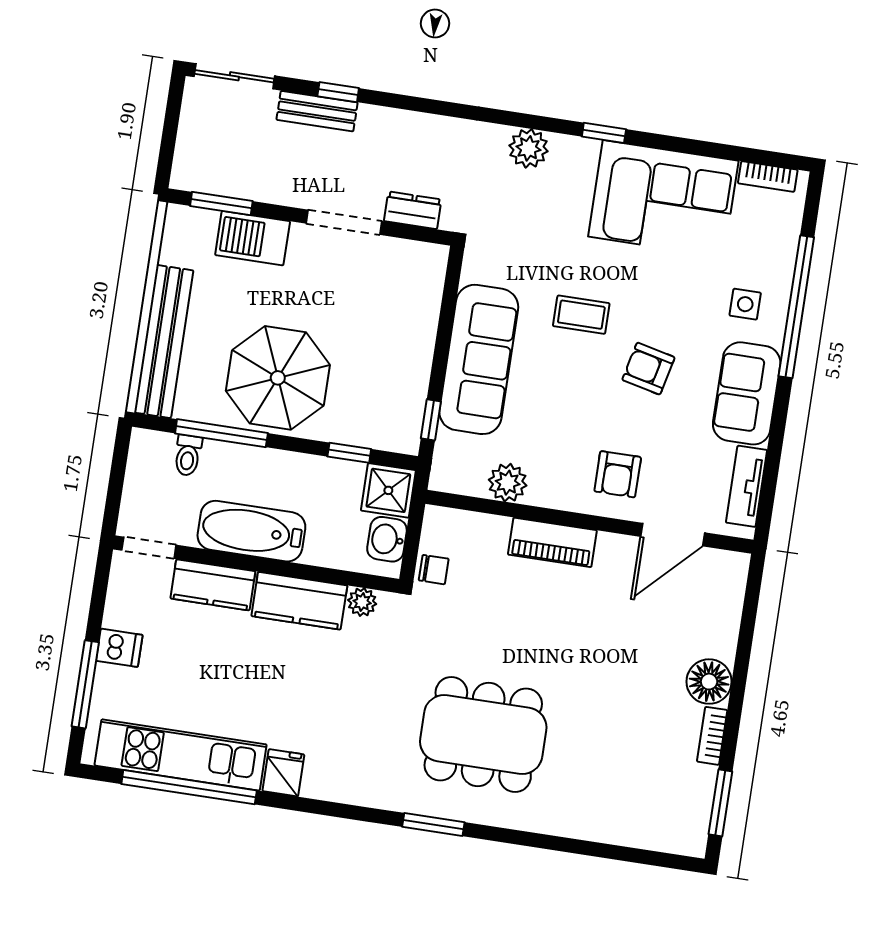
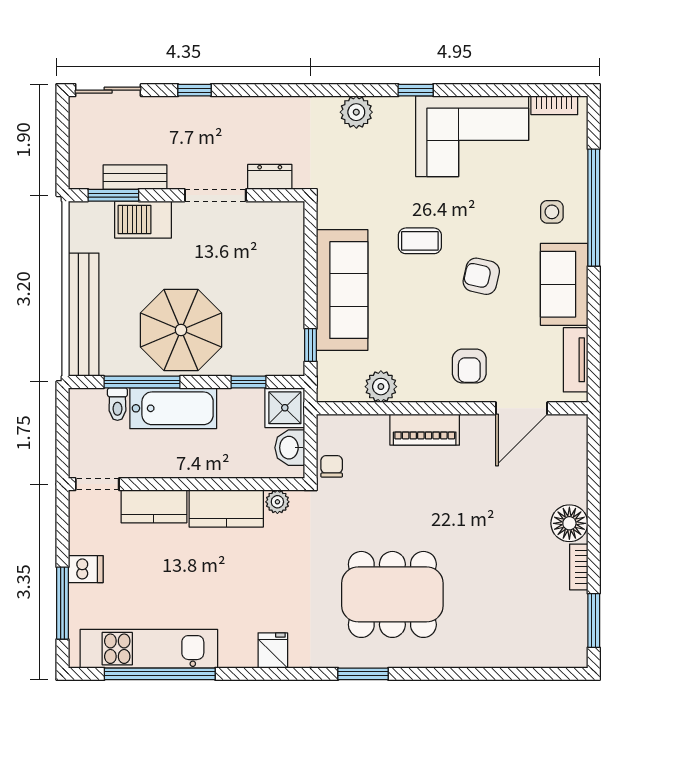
bench: (317, 111) -> (135, 177), moved
bathtub: (251, 531) -> (173, 408), moved, turned 180
chair: (434, 570) -> (332, 466), turned -90
fridge: (283, 773) -> (273, 650), moved

